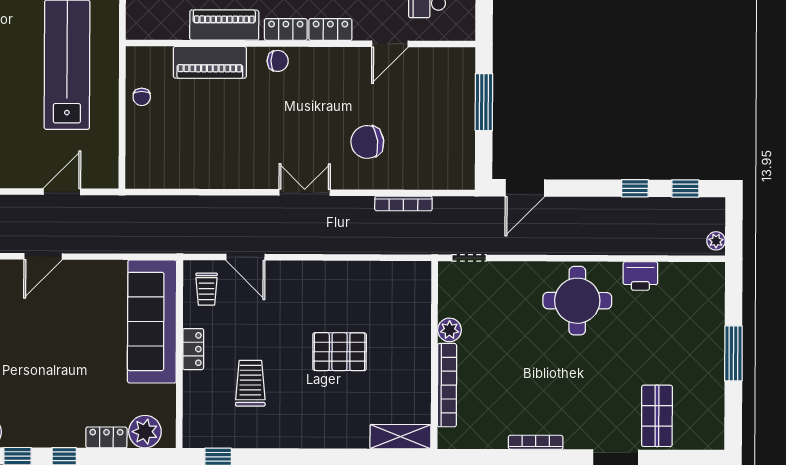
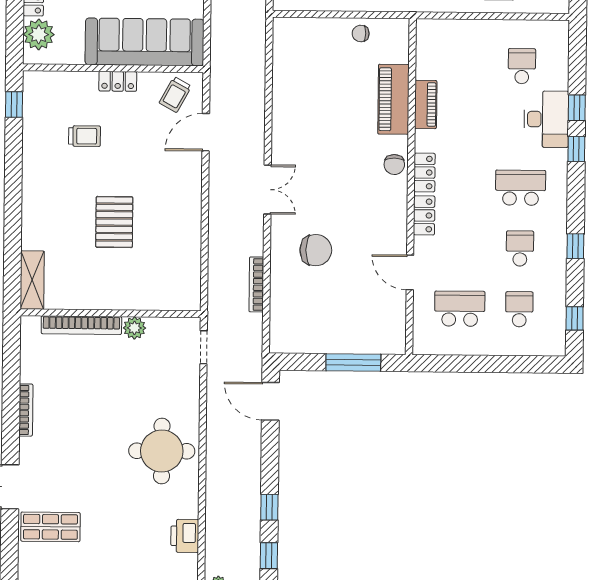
piano: (224, 25) -> (426, 104), width x0.73, depth x0.75
chair: (367, 142) -> (316, 250), turned 97
printer: (640, 276) -> (185, 536), moved
trolley: (206, 289) -> (175, 95), turned -61
trolley: (250, 383) -> (84, 136), width x0.73, depth x0.72

